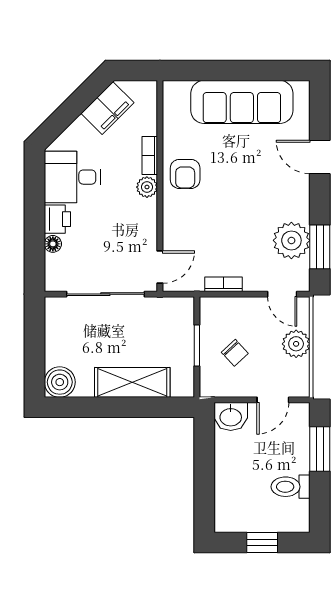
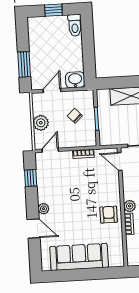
plant: (291, 240) -> (43, 209), moved, width x0.53, depth x0.53
window: (320, 247) -> (31, 178), width x0.67
door: (160, 267) -> (120, 161), hinge flipped
door: (282, 294) -> (50, 150), hinge flipped
toilet: (291, 487) -> (75, 25), moved, turned 90

